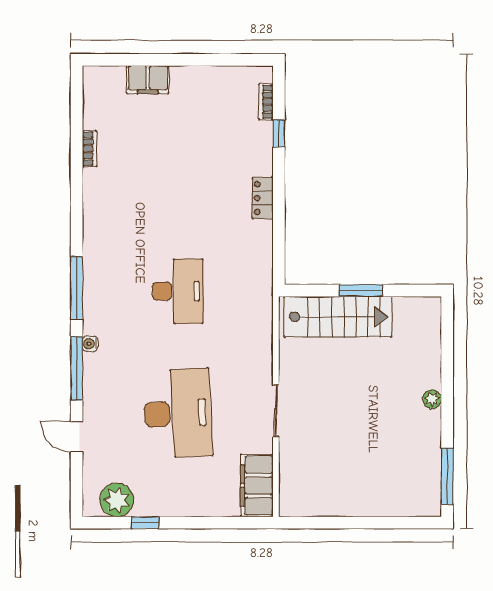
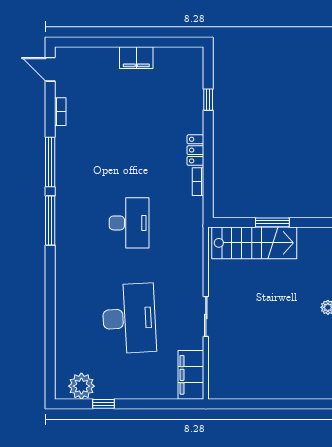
filing cabinet: (148, 80) -> (136, 58), moved
bookcase: (266, 102) -> (198, 182), moved
water cooler: (90, 344) -> (61, 264), removed
window: (77, 368) -> (50, 162), moved
door: (77, 437) -> (50, 69), moved

